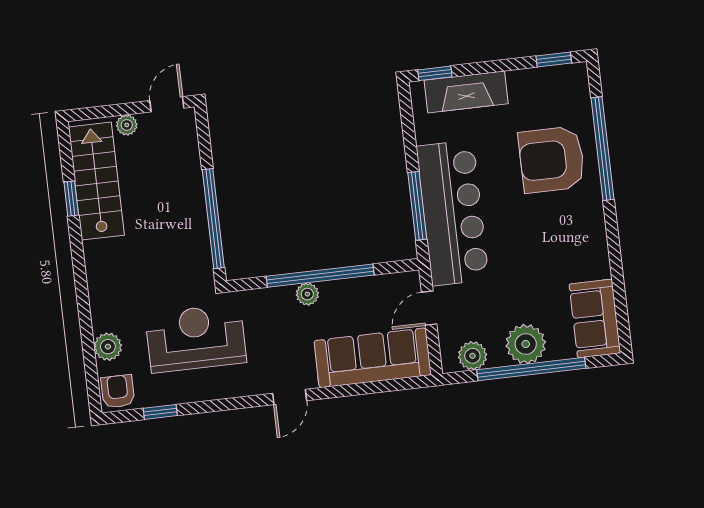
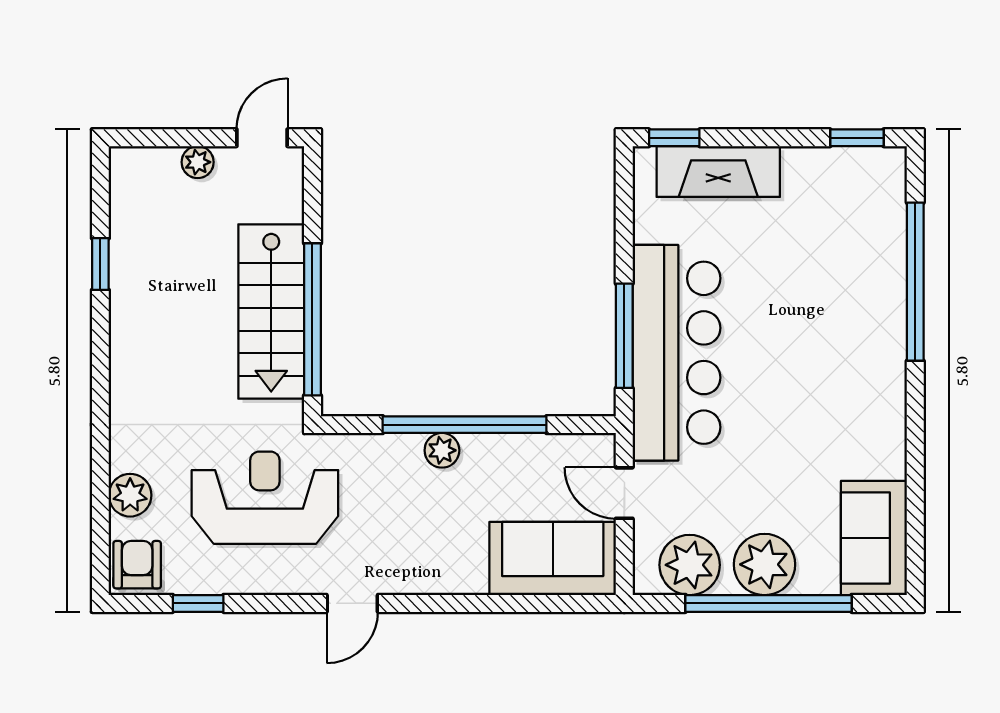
armchair: (552, 160) -> (836, 289), removed
stairs: (96, 181) -> (271, 312), moved, turned 180
door: (429, 308) -> (624, 493), hinge flipped
plant: (472, 356) -> (690, 565), width x1.36, depth x1.36
sofa: (373, 358) -> (553, 559), width x0.73
door: (290, 397) -> (352, 603), moved

